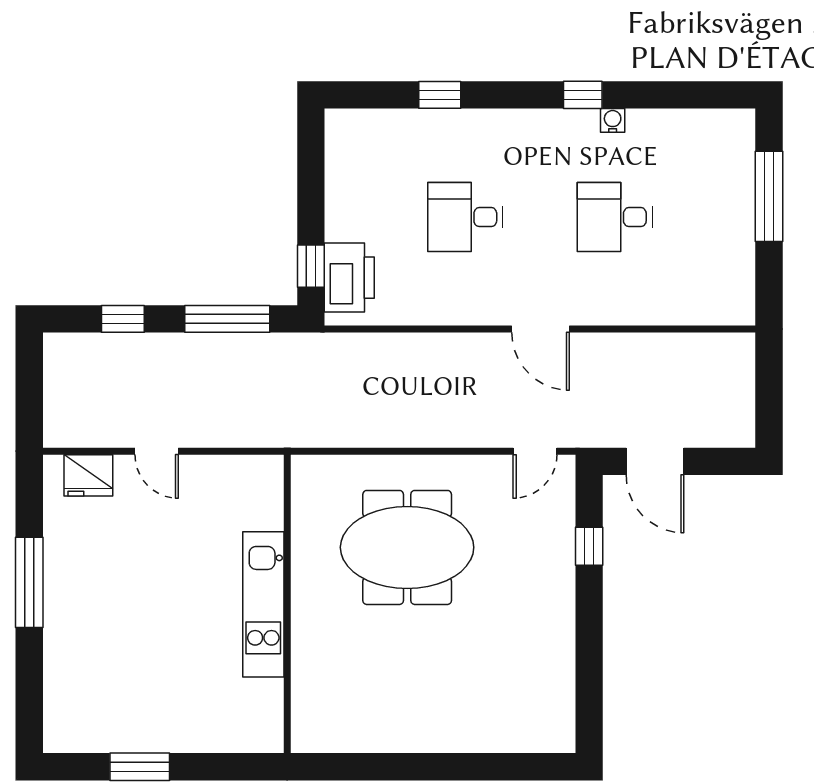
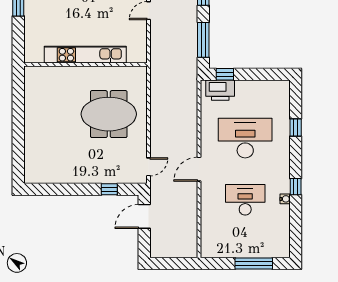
desk: (465, 217) -> (245, 138), width x1.87, depth x1.30
desk: (615, 217) -> (245, 200), width x1.37
door: (535, 451) -> (149, 167), swing flipped
meeting table: (407, 547) -> (109, 114), turned 90
kitchen unit: (263, 604) -> (85, 55), width x1.36

